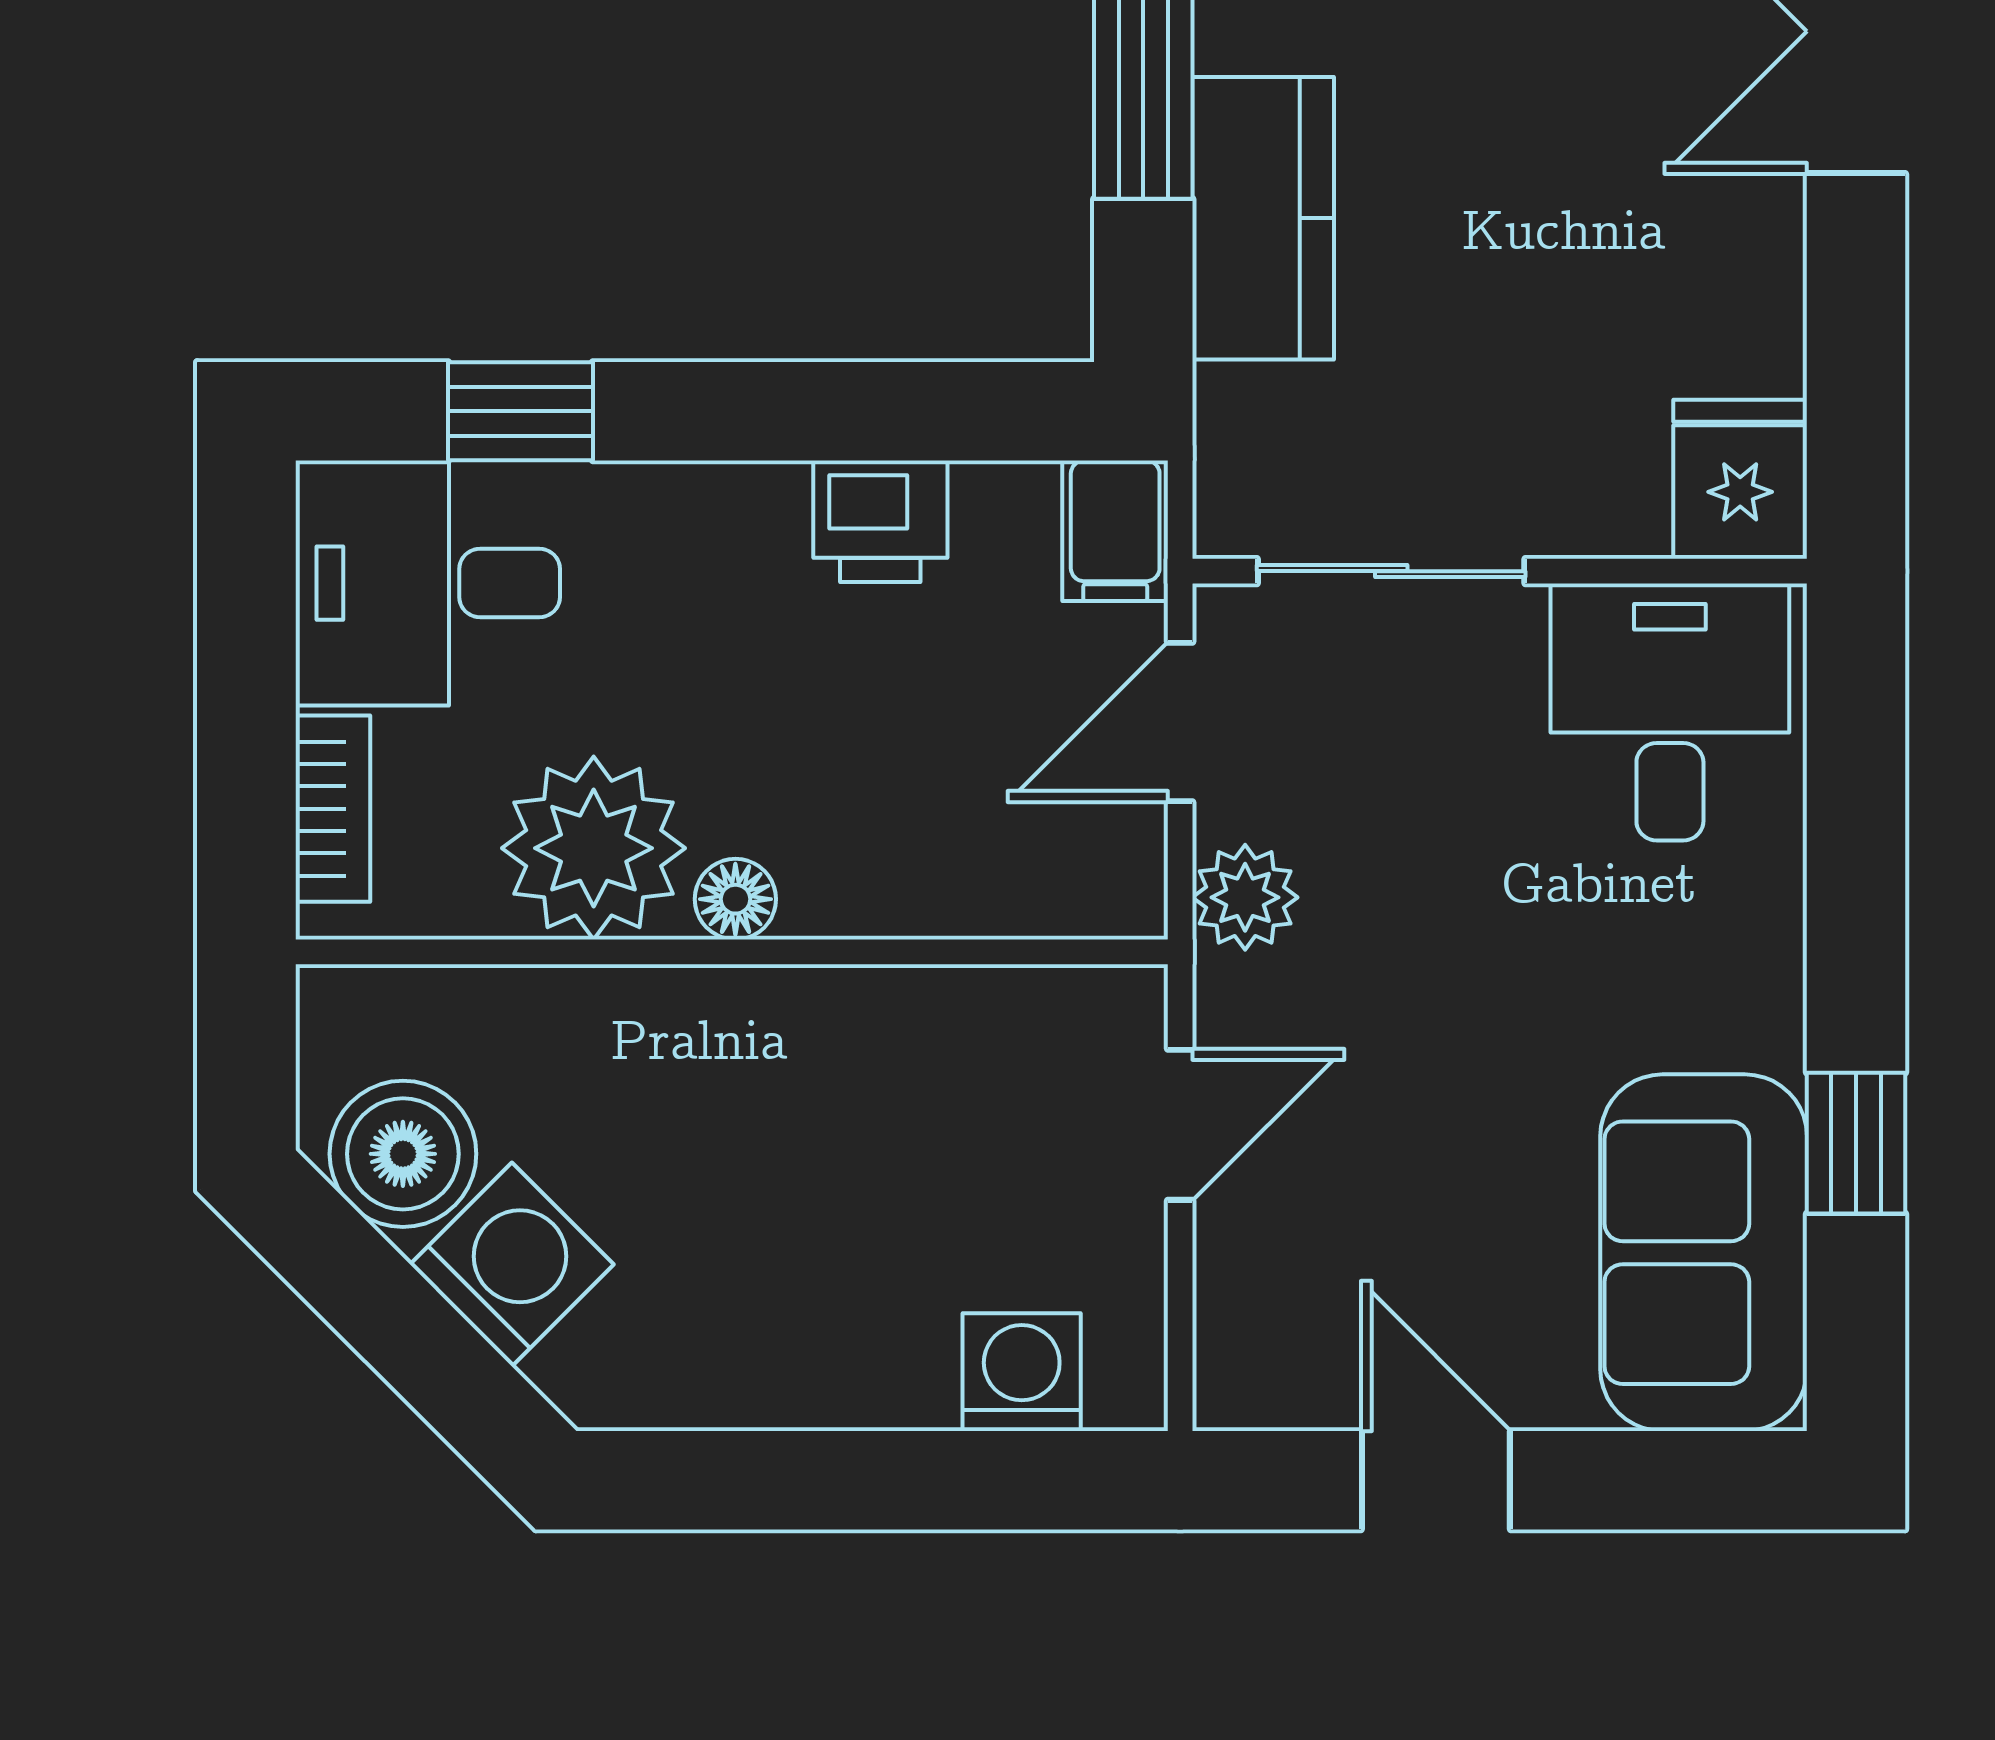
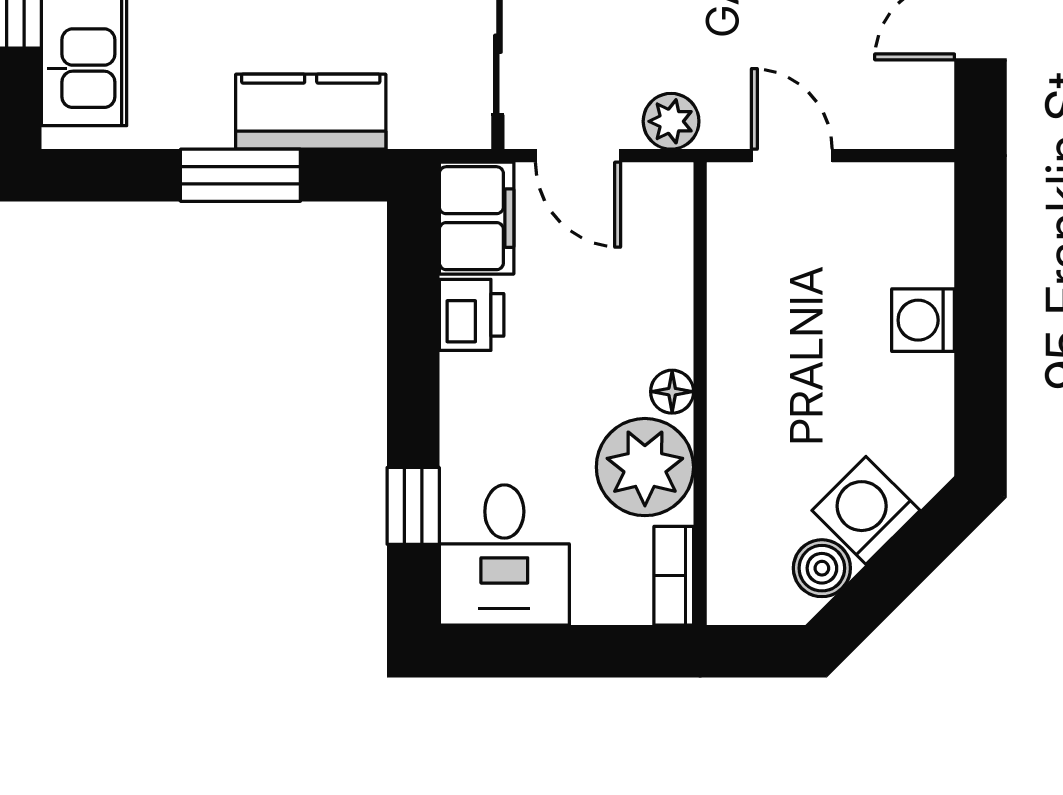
filing cabinet: (1115, 531) -> (477, 218), width x2.00
bookcase: (333, 809) -> (674, 576), moved, turned -90
boiler: (403, 1154) -> (822, 568), width x0.73, depth x0.73
washing machine: (1022, 1372) -> (923, 320), moved

